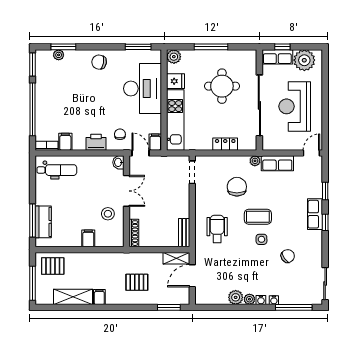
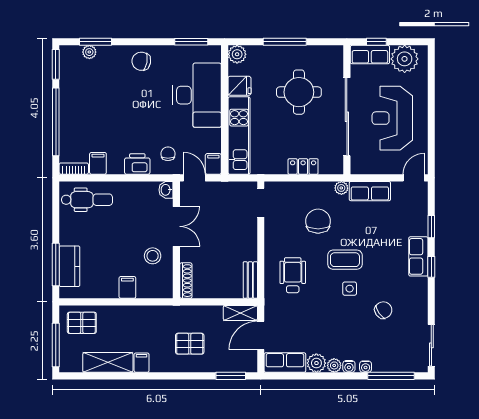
row of seats: (211, 297) -> (285, 363), added

